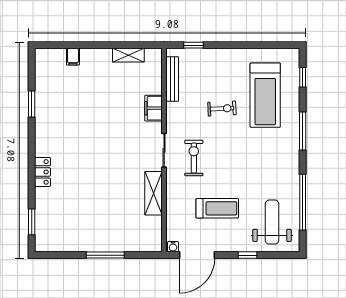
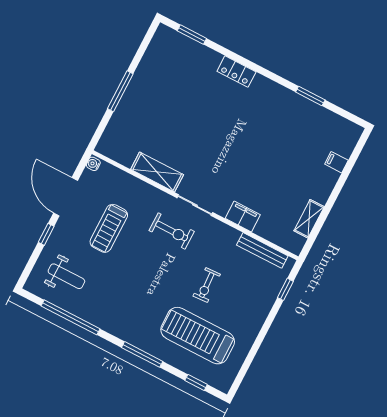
weight bench: (272, 222) -> (66, 276), width x0.73, depth x0.75
door: (197, 255) -> (66, 197), moved

